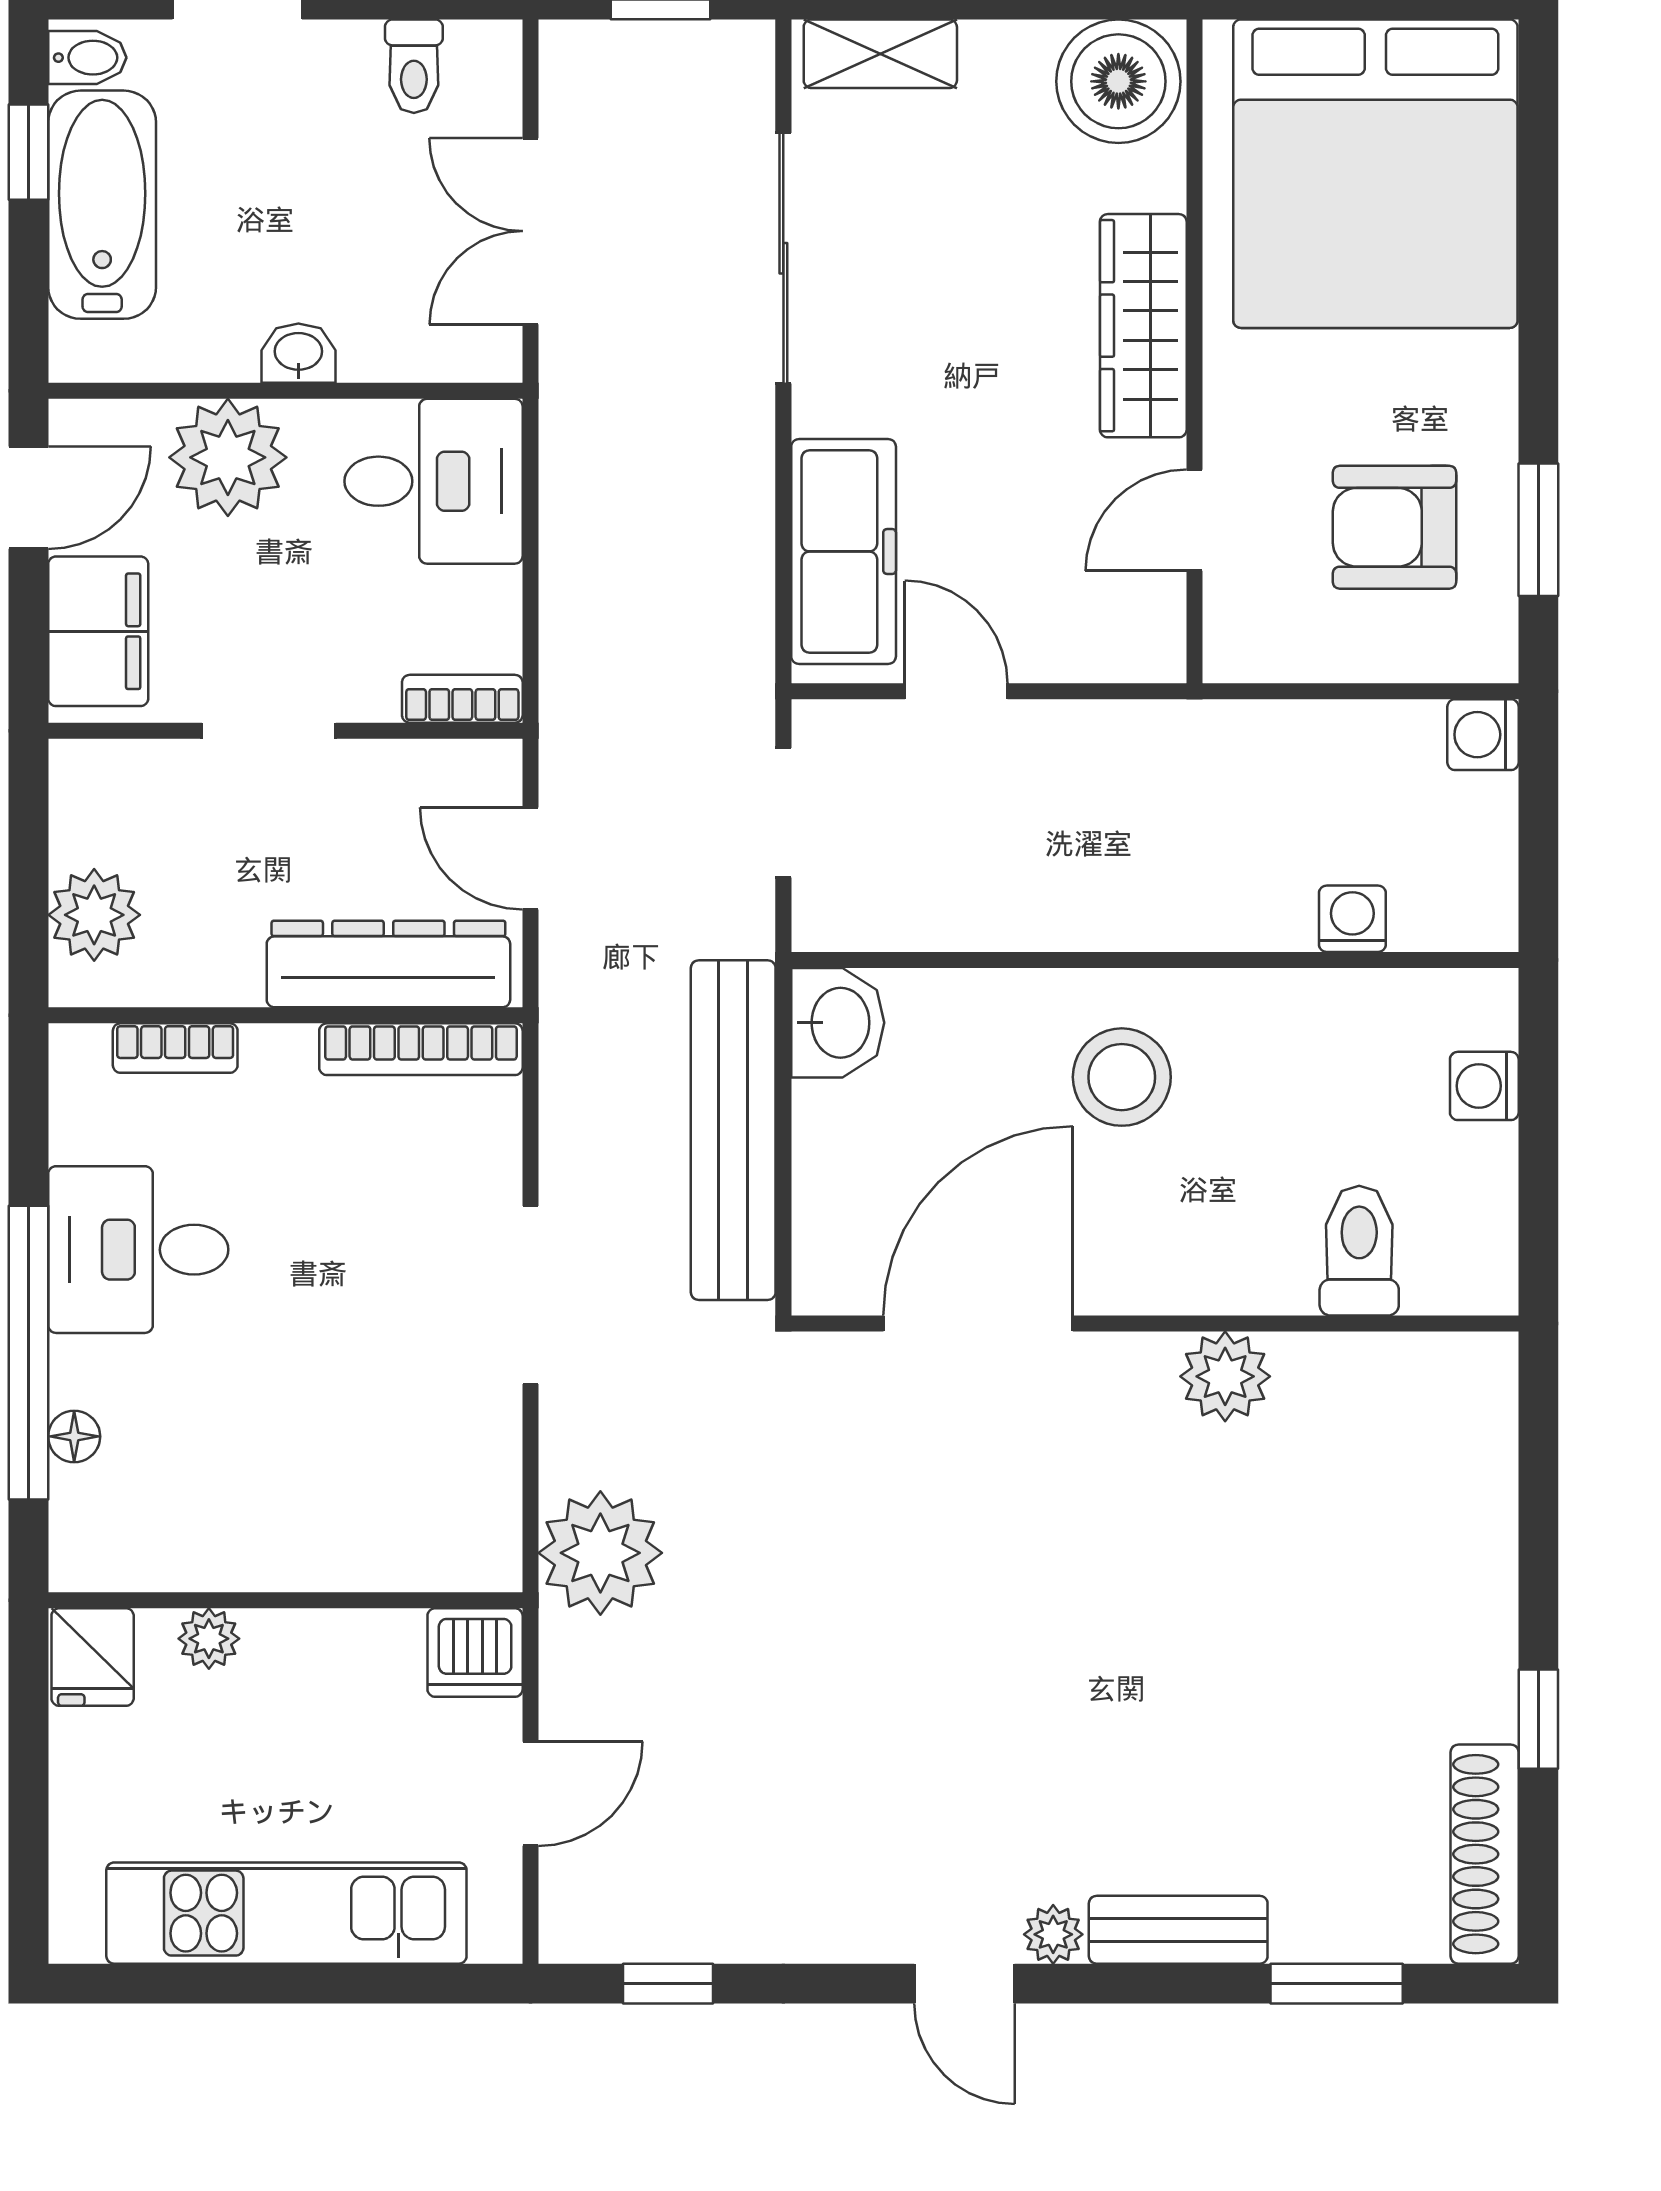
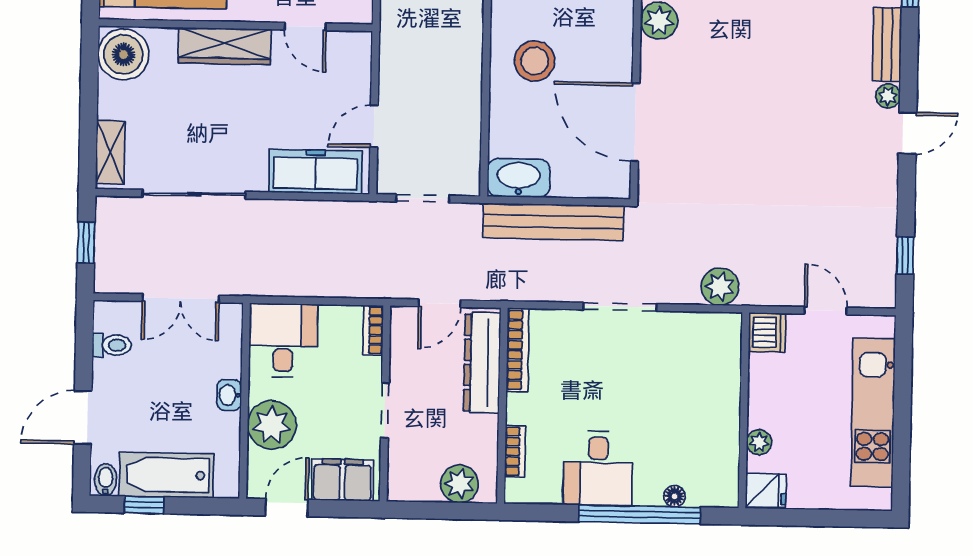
door: (28, 498) -> (287, 508), hinge flipped
washbasin: (838, 1023) -> (519, 178), width x1.38
plant: (600, 1553) -> (720, 287), width x0.73, depth x0.73

